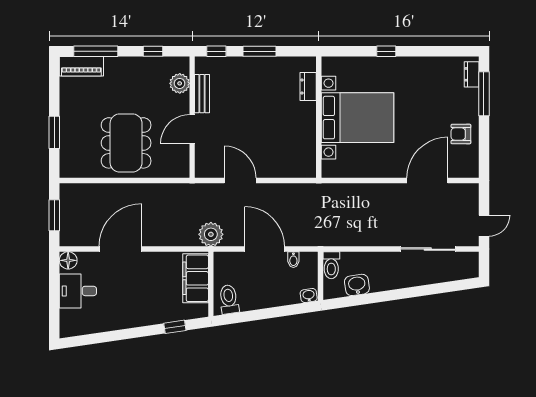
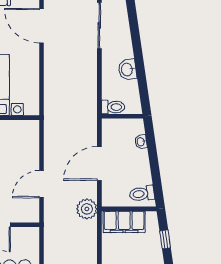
bidet: (293, 260) -> (108, 139), removed
washbasin: (357, 285) -> (127, 69), moved
washbasin: (309, 296) -> (141, 142), moved

